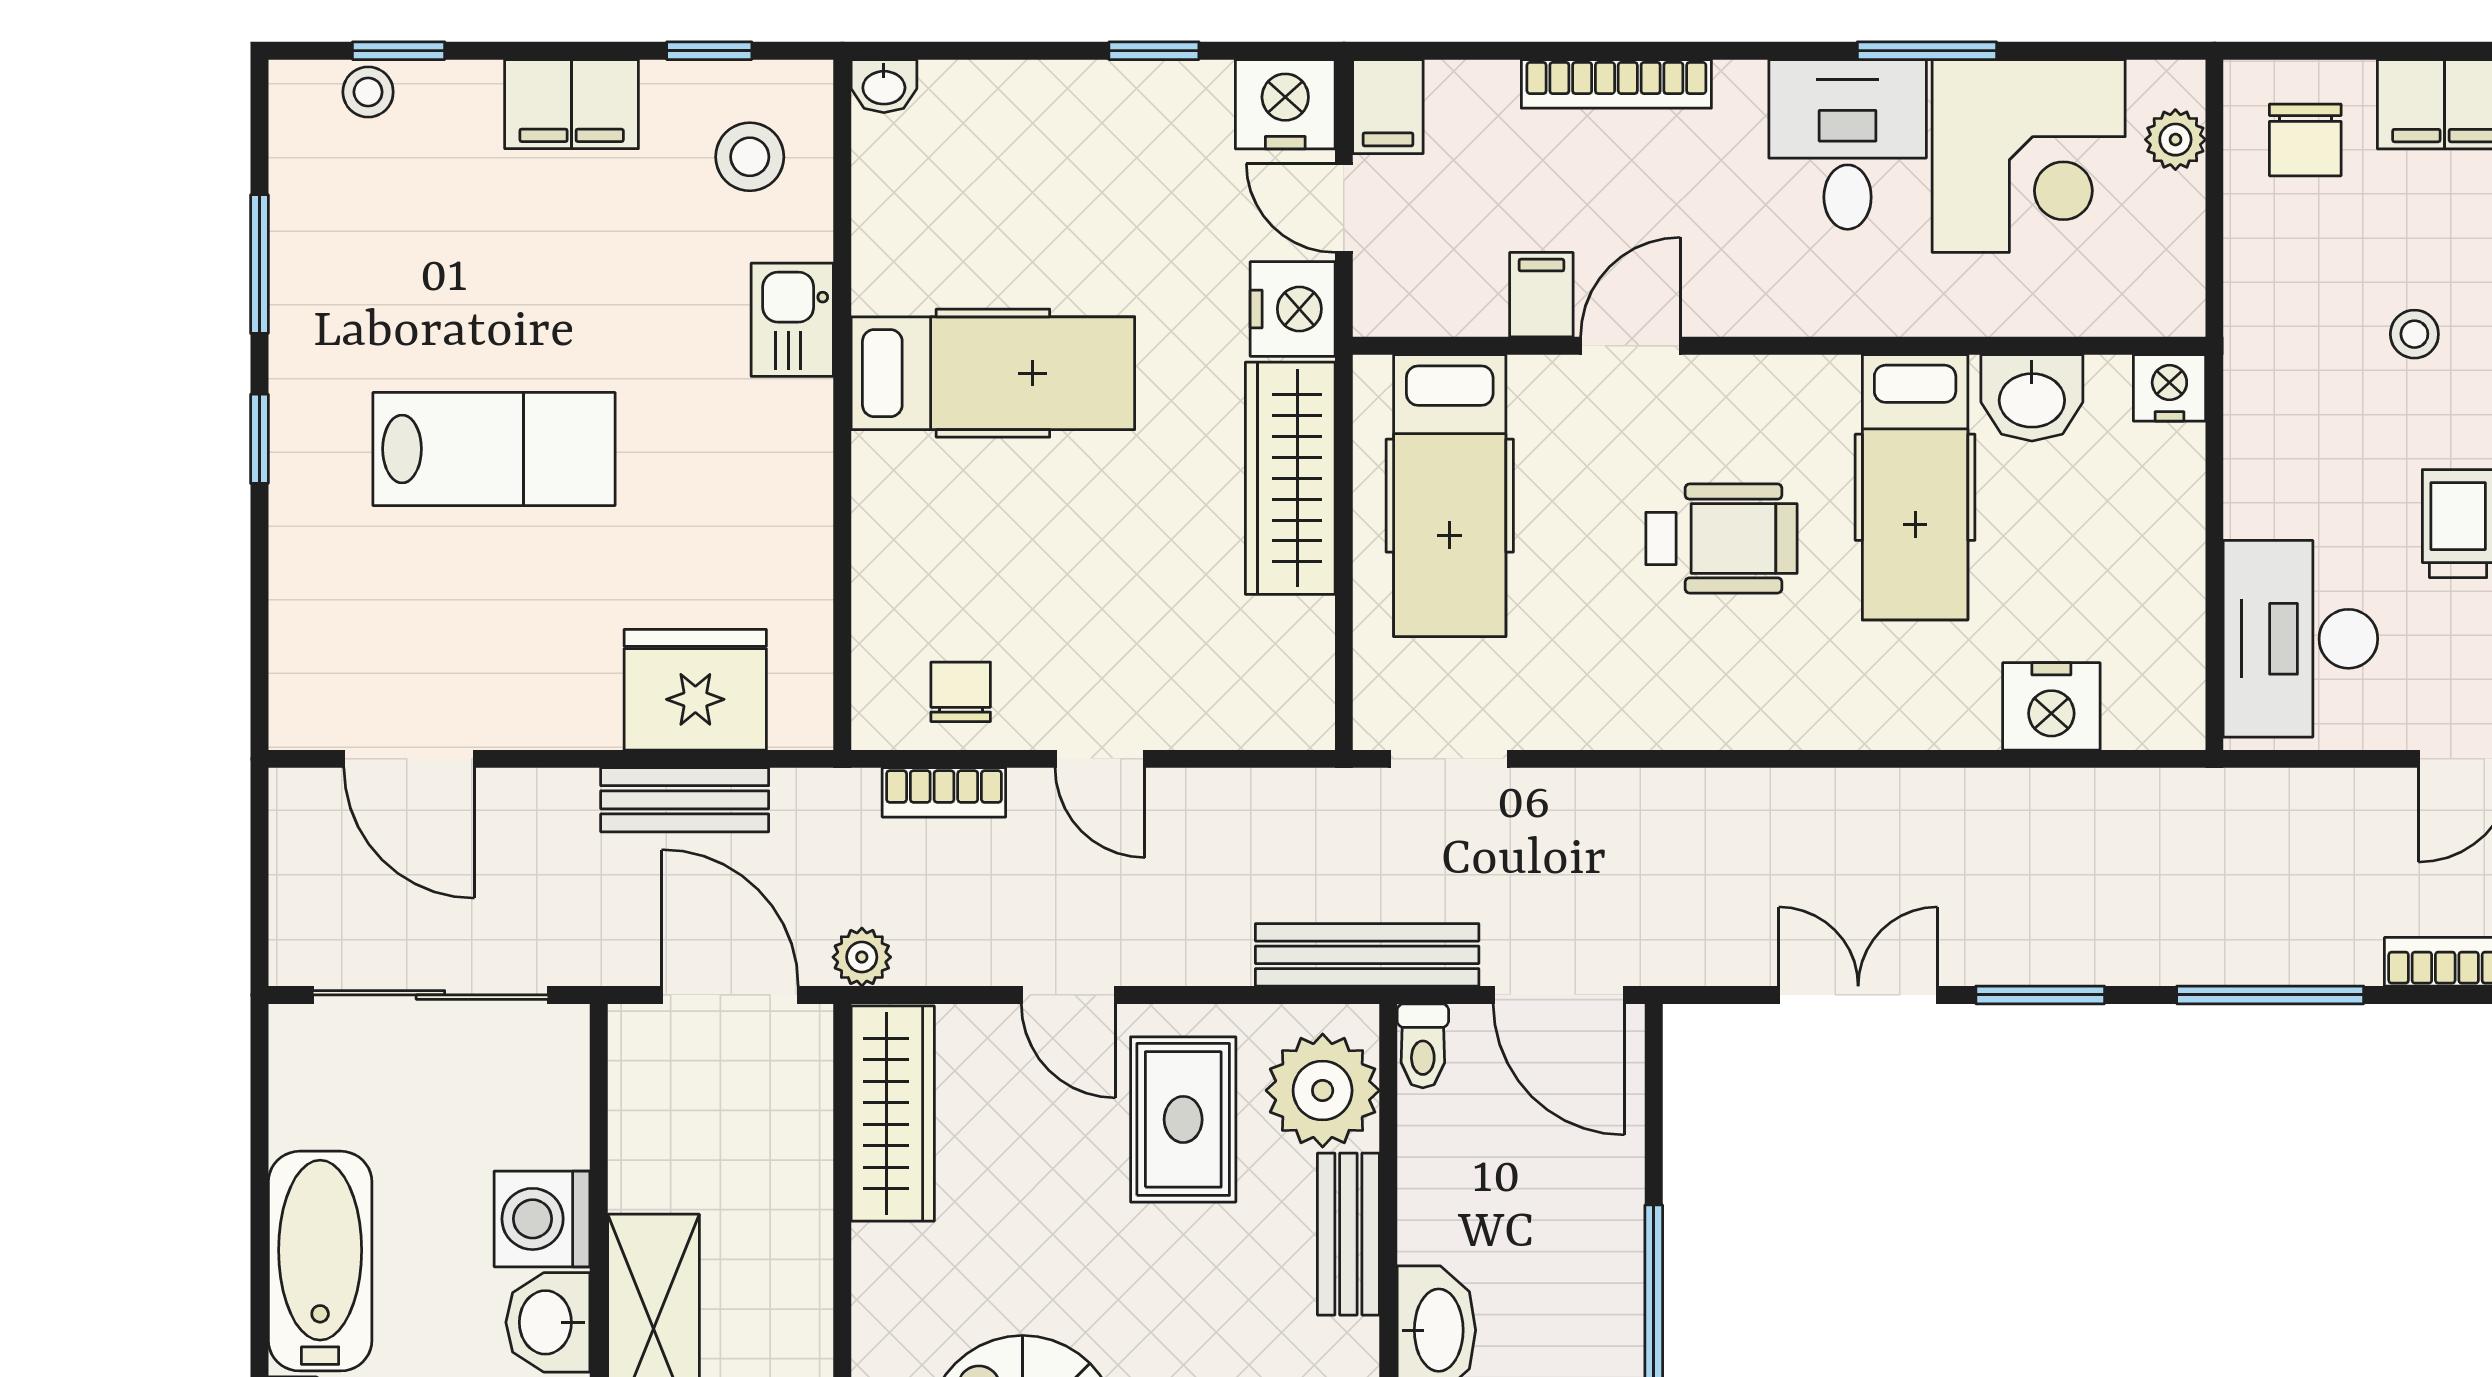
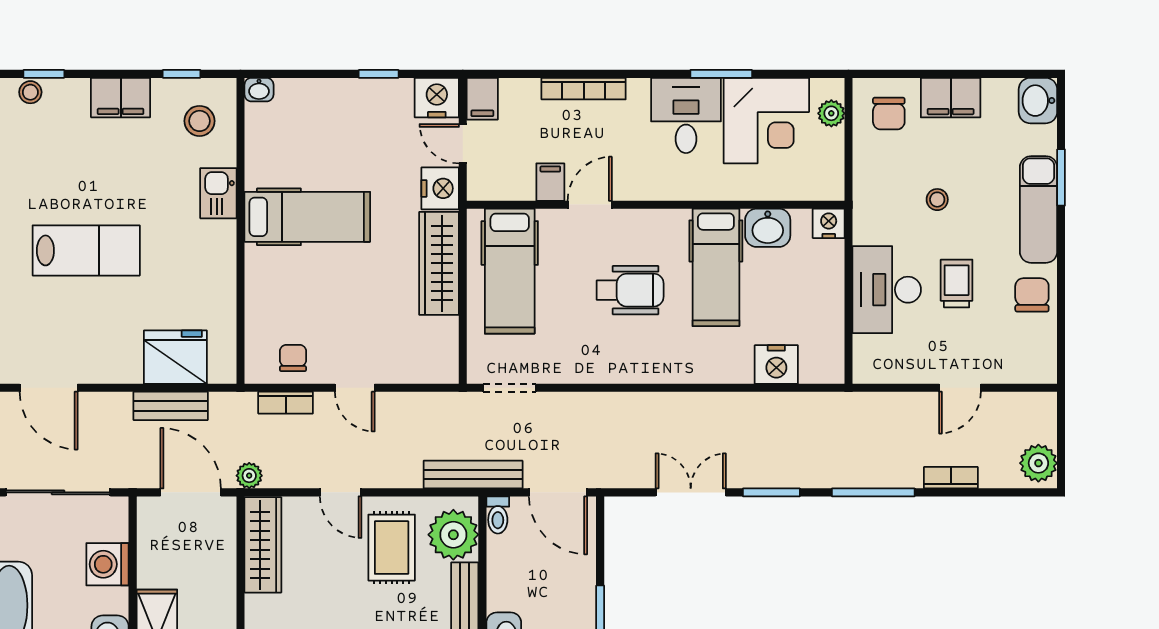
desk: (2300, 639) -> (887, 290), moved
washing machine: (542, 1219) -> (107, 564), moved

